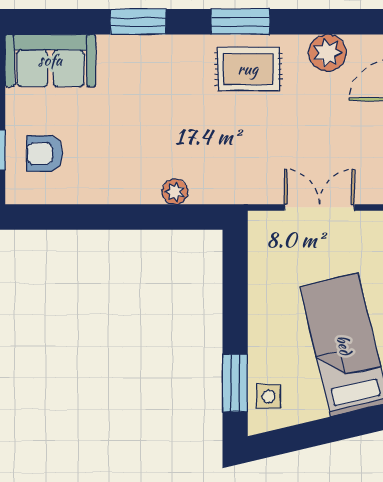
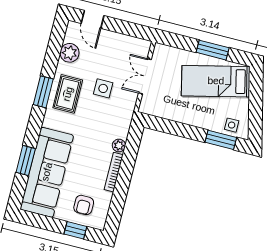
window: (138, 22) -> (26, 160), moved
sofa: (50, 60) -> (47, 172), width x1.85, depth x1.27
side table: (276, 134) -> (103, 88), added
bookcase: (122, 195) -> (114, 172), added

